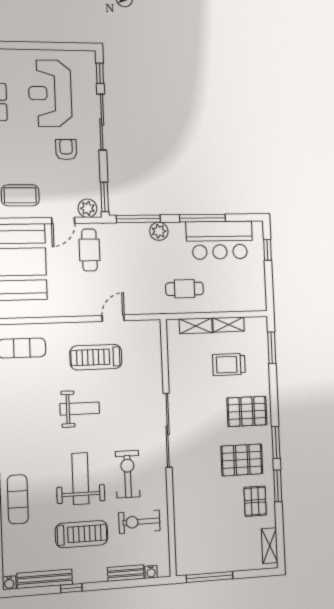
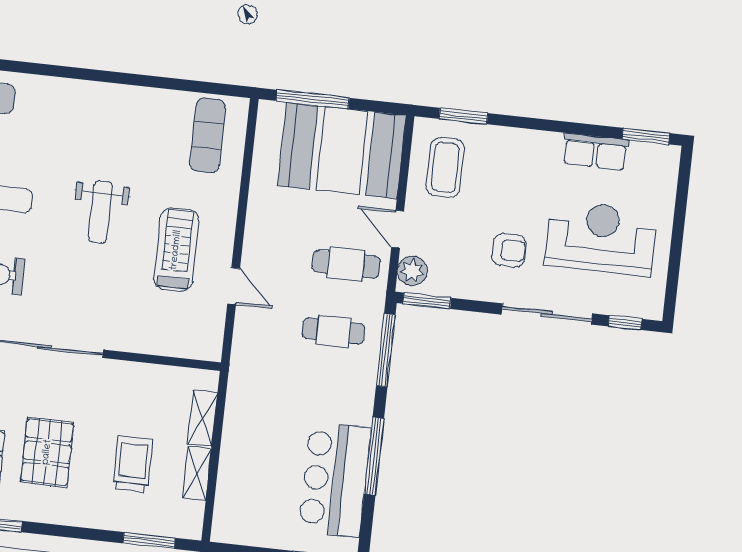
plant: (159, 231) -> (362, 381), removed
cafe table: (185, 289) -> (333, 331), moved, turned 90
pallet: (247, 411) -> (47, 452), moved

